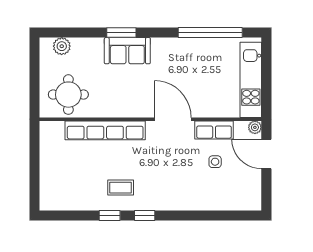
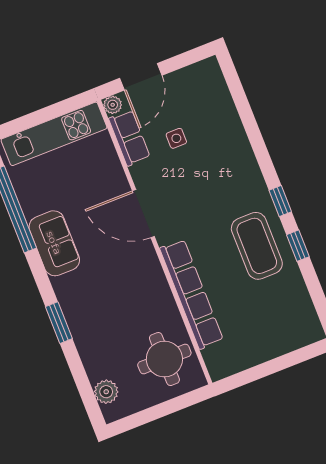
sofa: (127, 51) -> (54, 243), moved
door: (173, 119) -> (143, 214), hinge flipped
row of seats: (214, 130) -> (129, 138), moved
coffee table: (121, 188) -> (257, 246), width x1.86, depth x1.72

